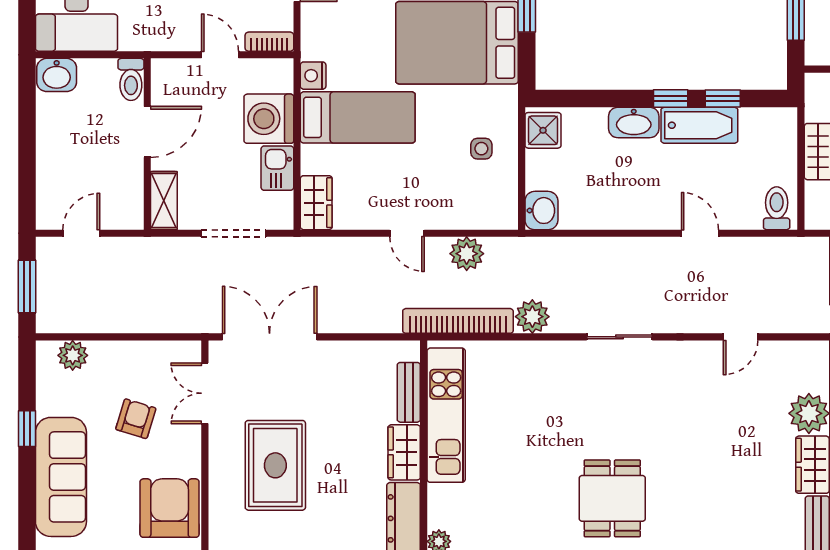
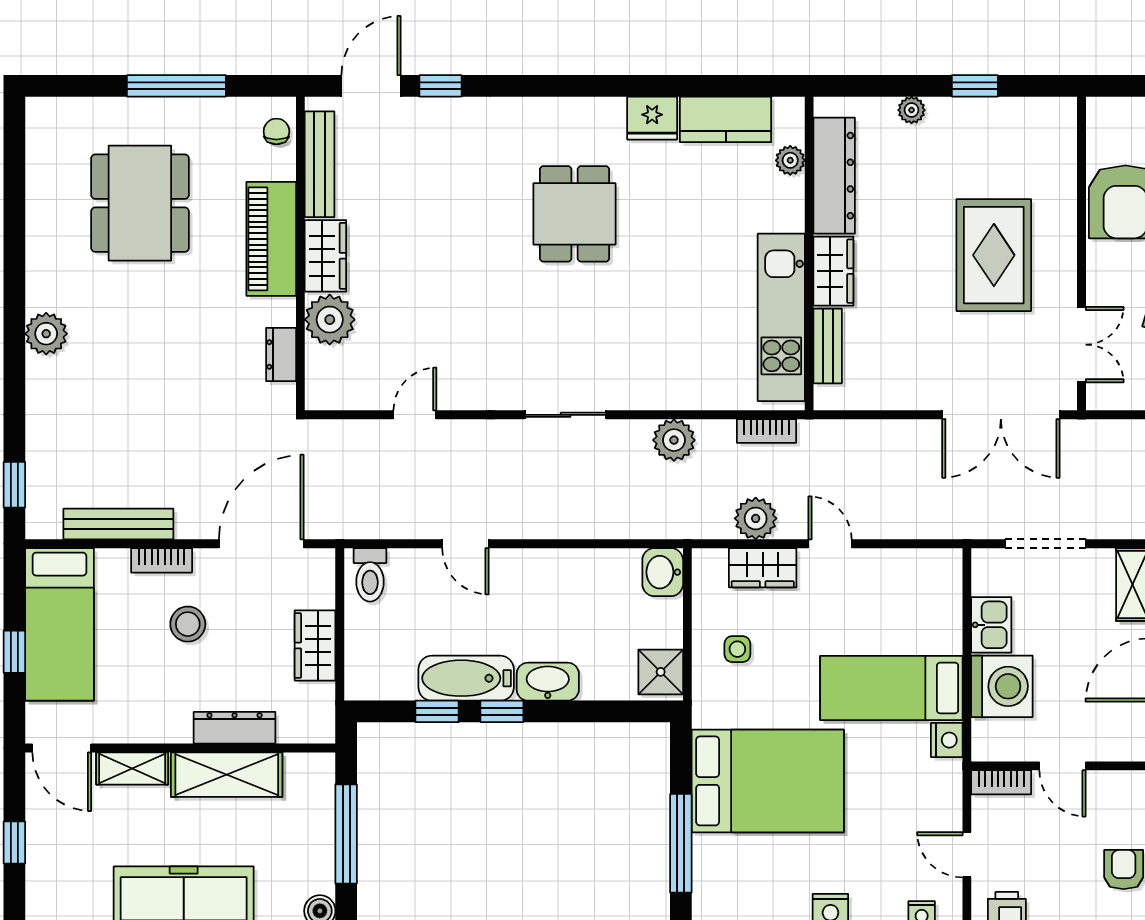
wardrobe: (316, 203) -> (763, 568), moved, turned -90
bookcase: (458, 321) -> (767, 431), width x0.43, depth x0.76

